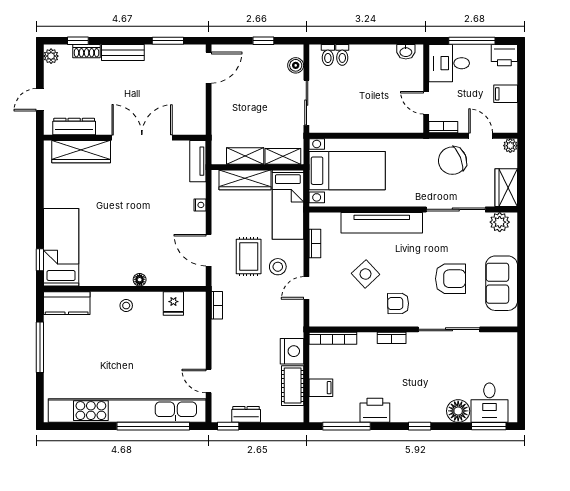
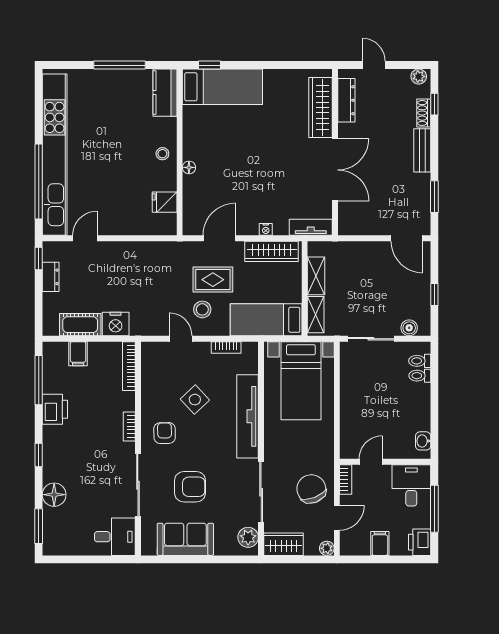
wardrobe: (245, 180) -> (272, 251), moved, turned -90
armchair: (450, 279) -> (190, 487), turned -90
bookcase: (217, 305) -> (163, 247), removed
desk: (489, 403) -> (115, 537), moved, turned 180

